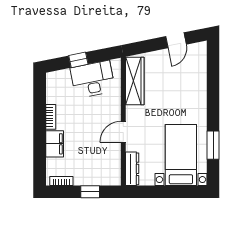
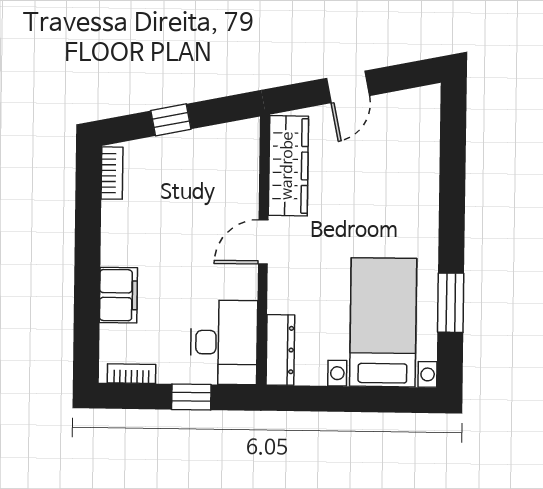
door: (176, 40) -> (348, 87), moved
desk: (93, 79) -> (224, 342), moved, turned 101
bookcase: (51, 117) -> (112, 173), moved
door: (123, 132) -> (263, 242), moved

